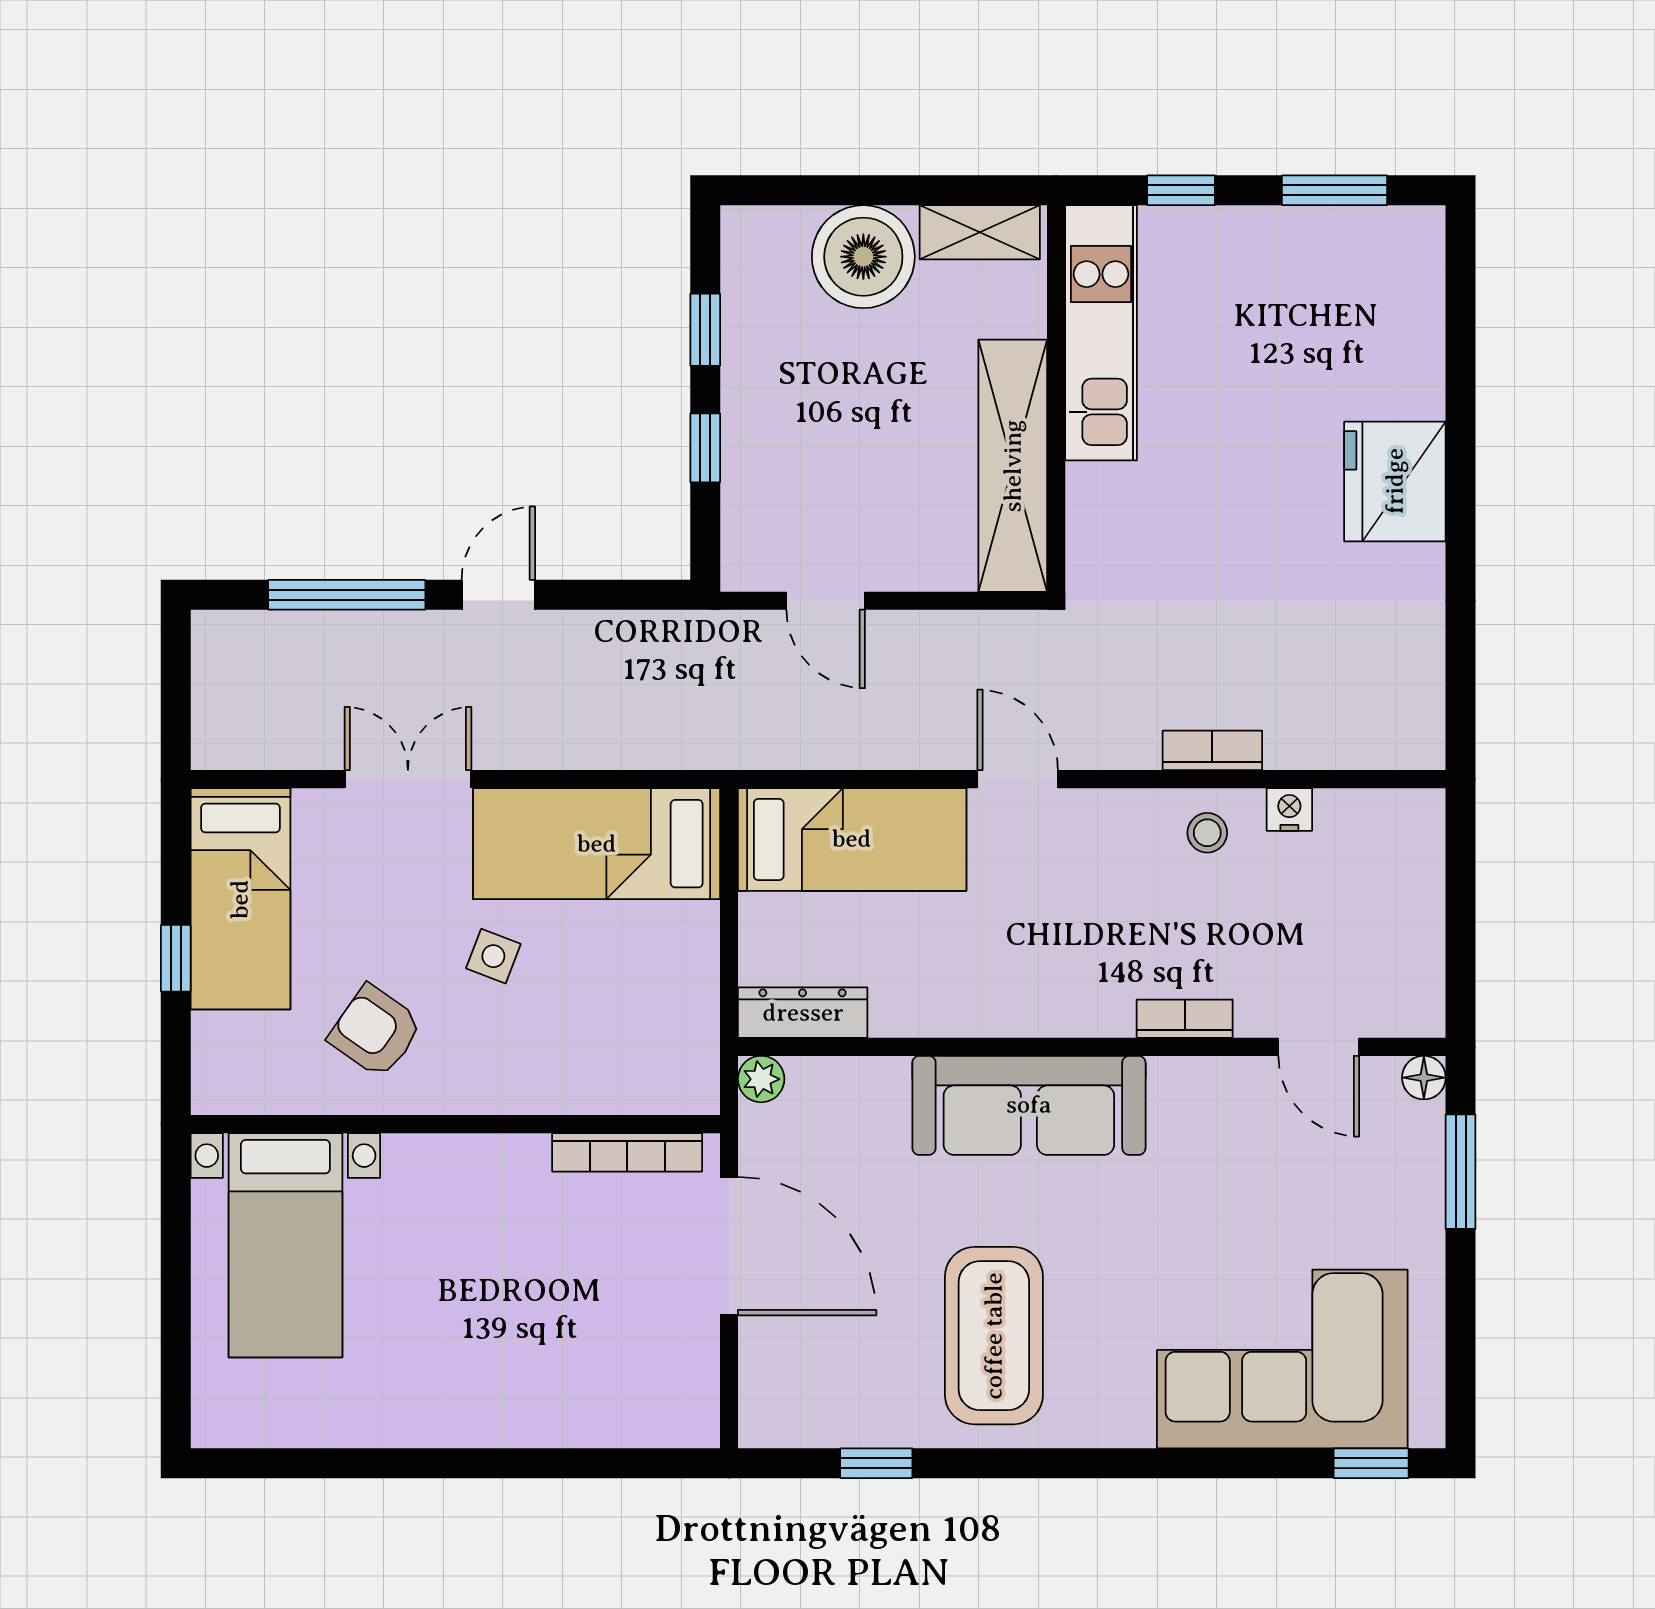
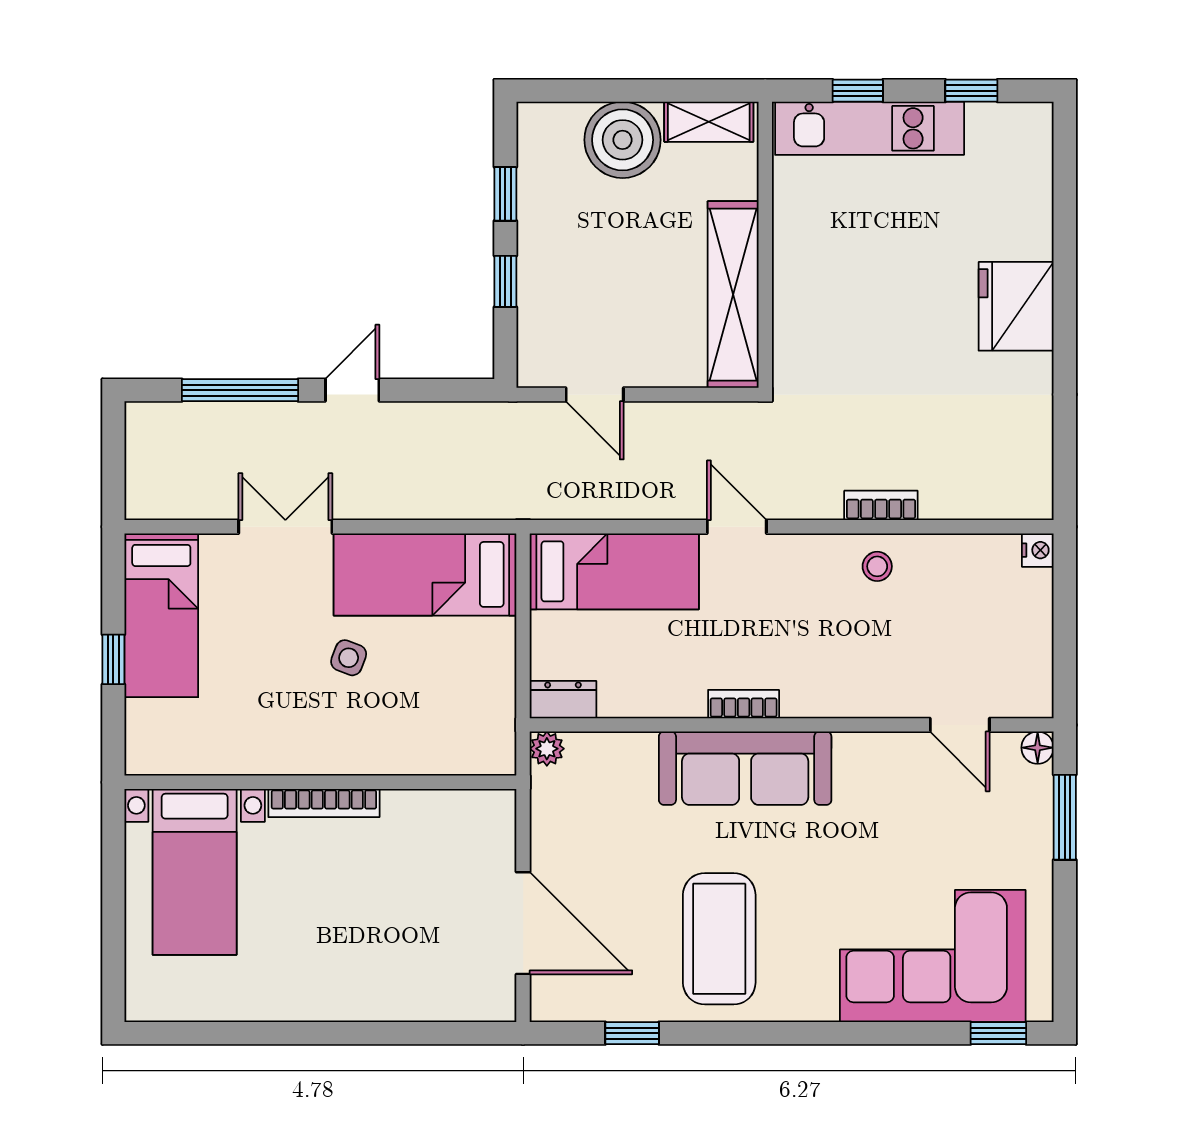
window: (1334, 190) -> (971, 91), width x0.67
kitchen unit: (1101, 333) -> (870, 128), moved, turned 90
nightstand: (1289, 810) -> (1038, 550), moved, turned 90
dresser: (803, 1013) -> (563, 700), width x0.70
bookcase: (1185, 1019) -> (744, 704), moved
armchair: (375, 1031) -> (261, 713), removed
bookcase: (627, 1152) -> (324, 803), moved
door: (729, 1246) -> (523, 923), moved

